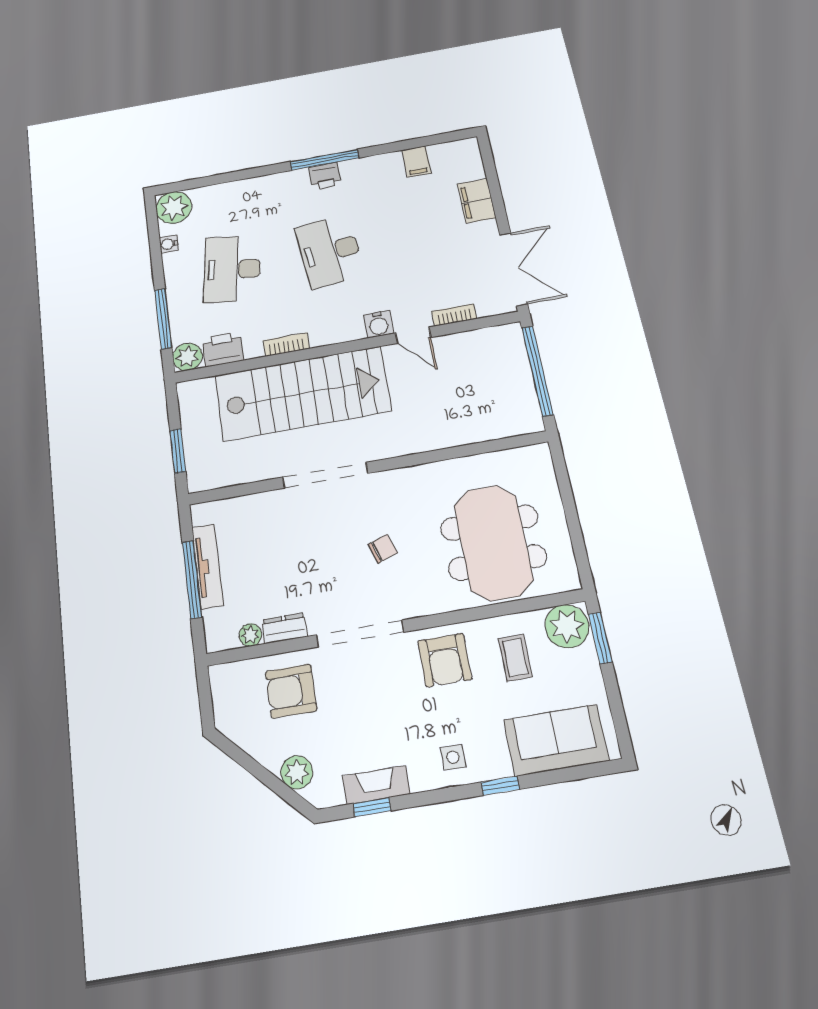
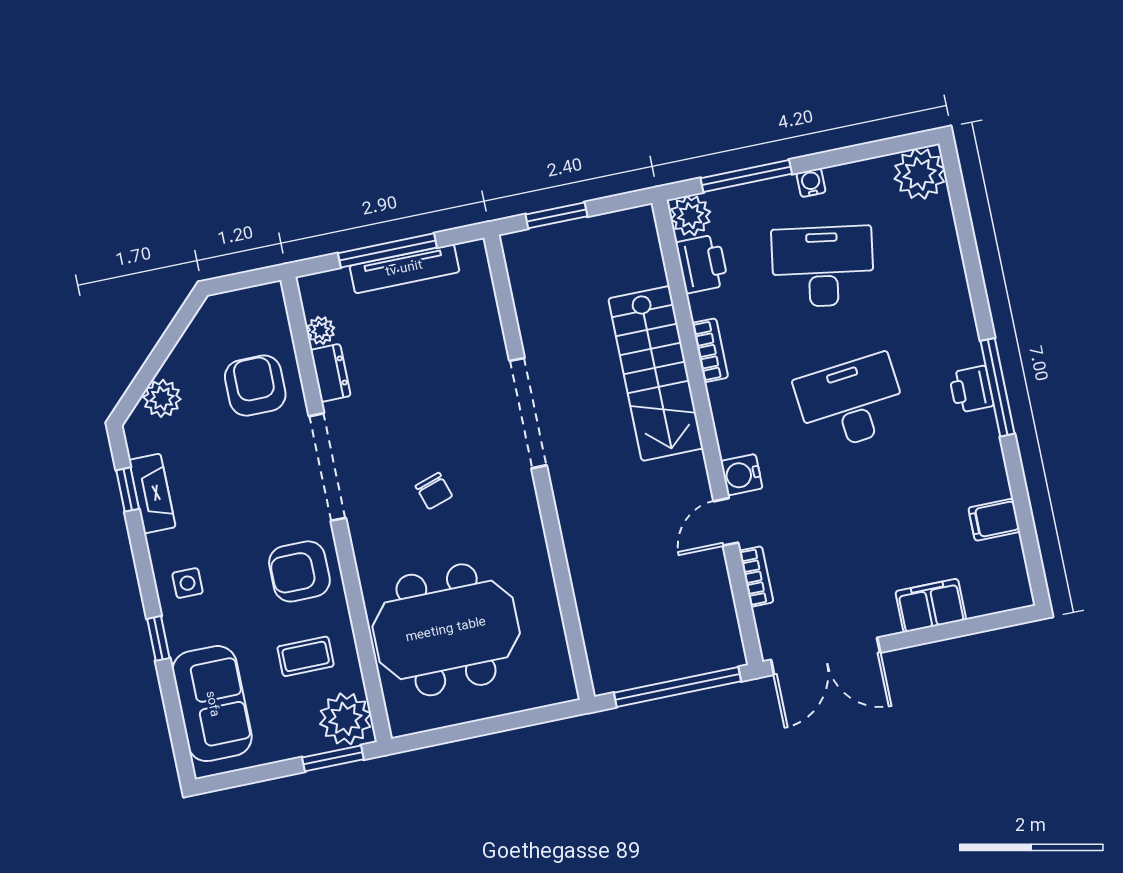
water cooler: (169, 244) -> (811, 183), moved
stairs: (302, 393) -> (656, 373), width x0.73, depth x0.66

